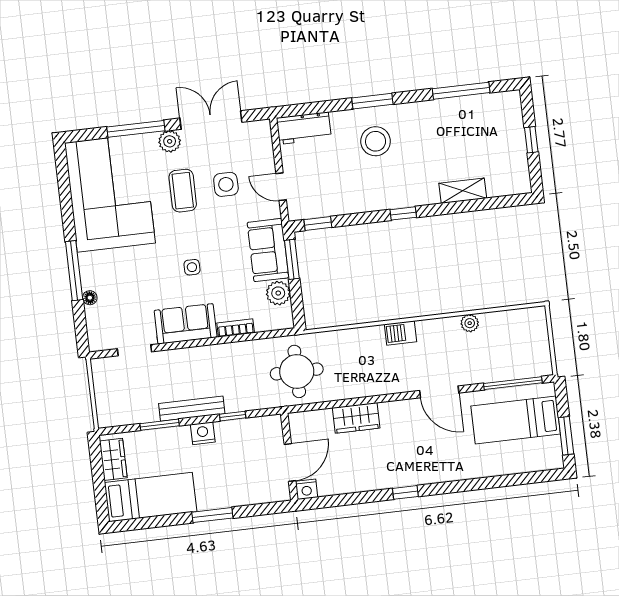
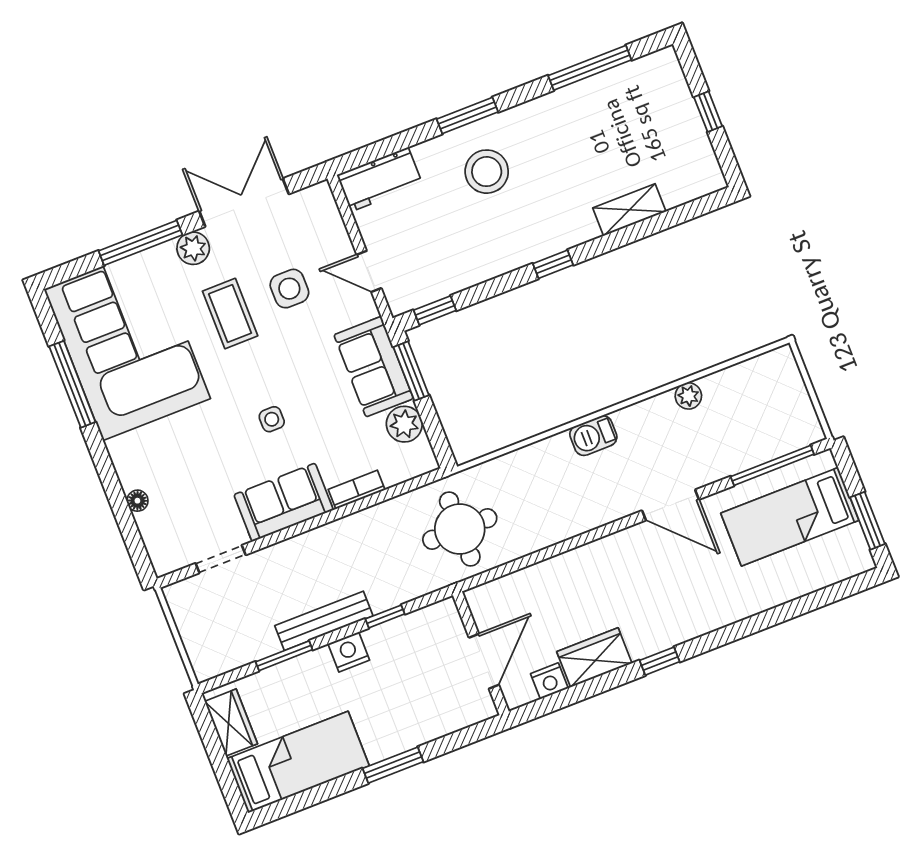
window: (74, 271) -> (72, 384), moved
wardrobe: (356, 418) -> (594, 658), moved, turned 180
nightstand: (307, 489) -> (549, 681), moved

